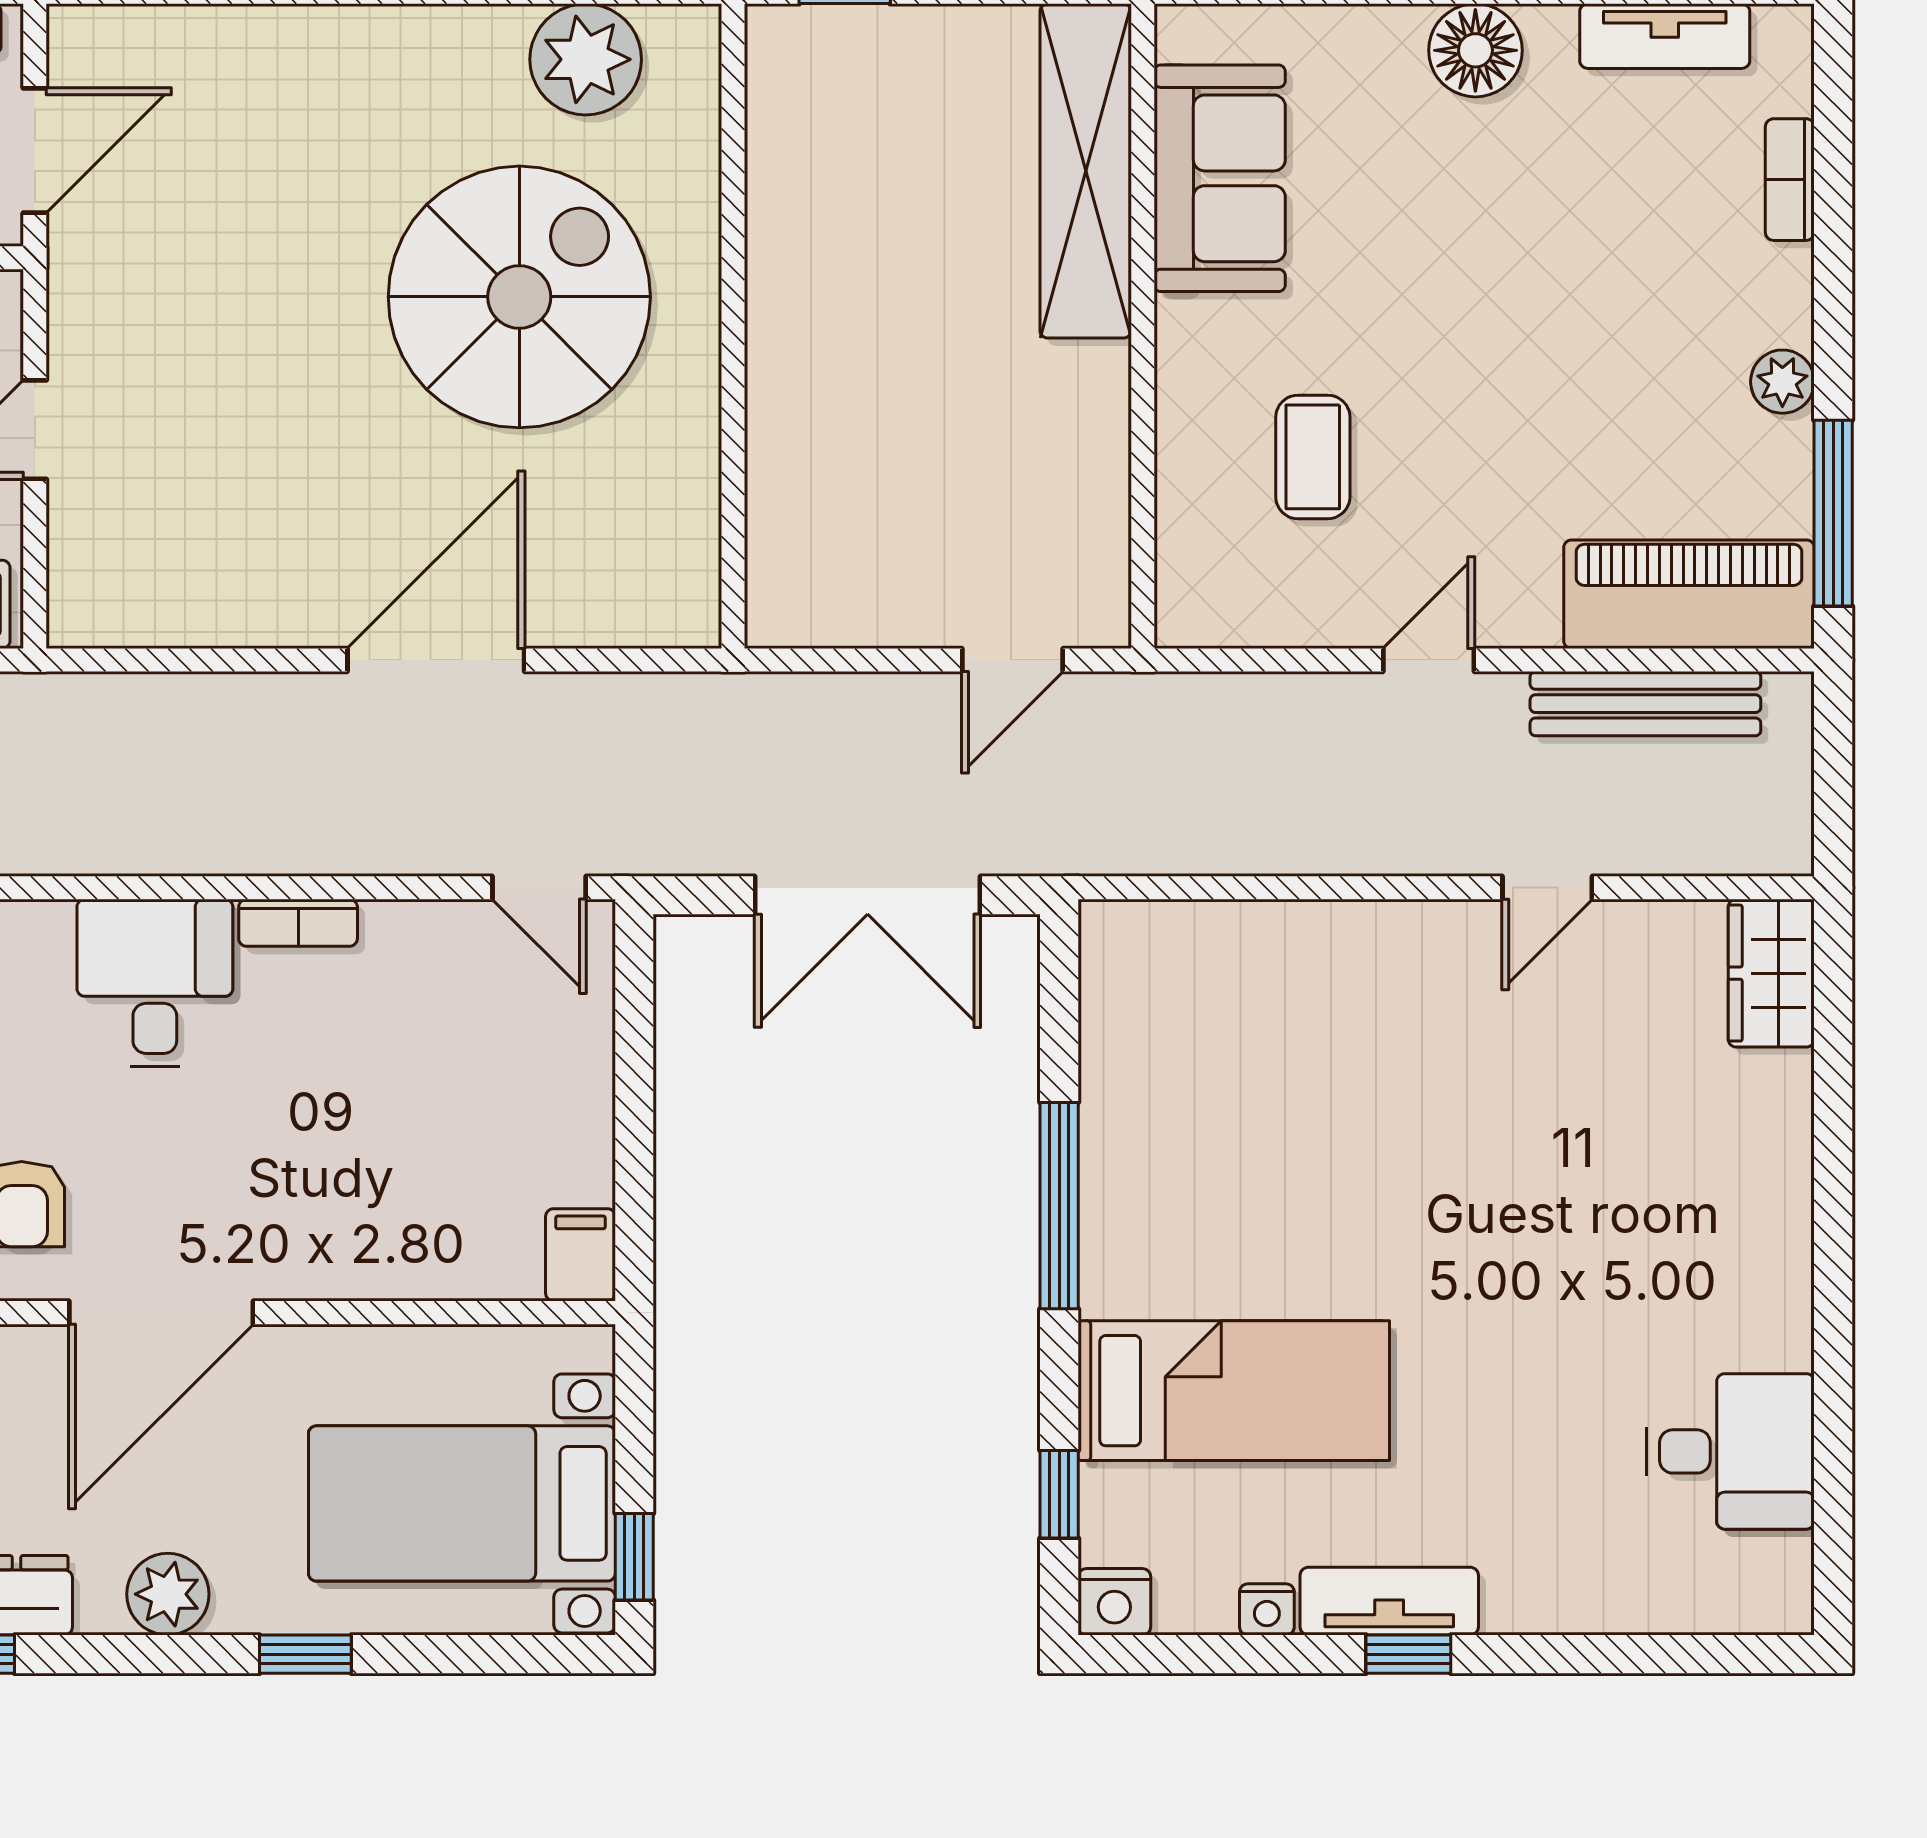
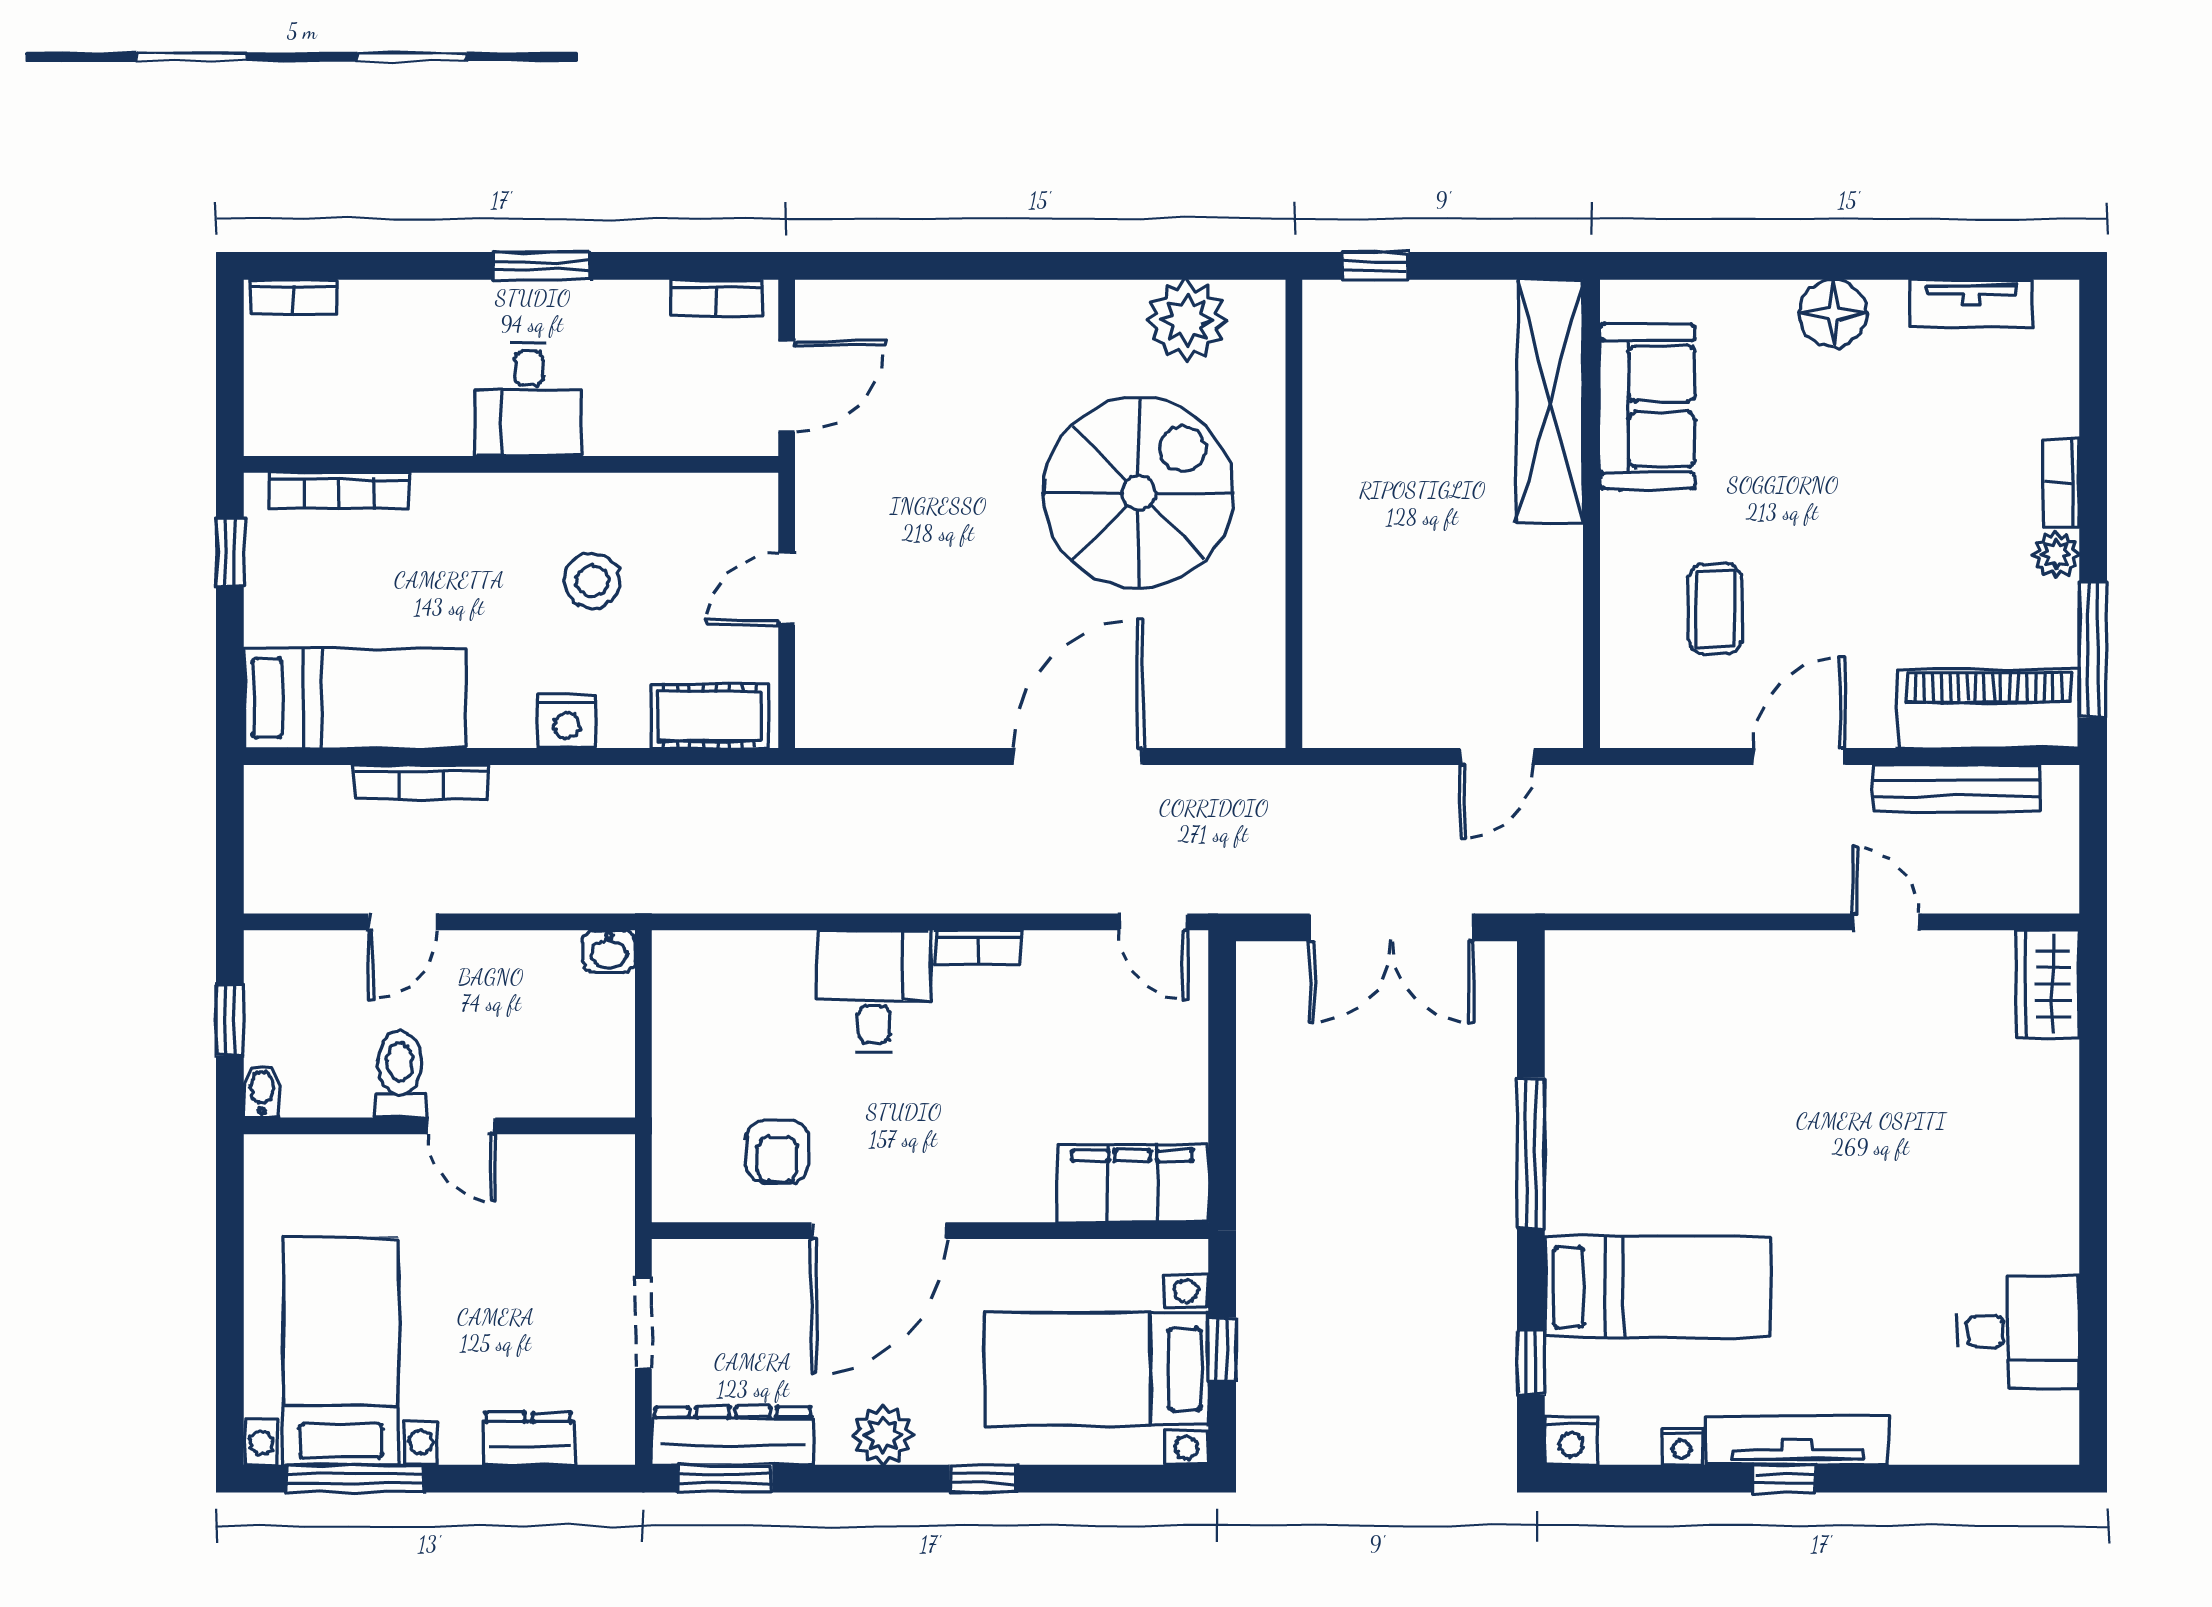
bookcase: (1790, 180) -> (2062, 482), moved
door: (1429, 660) -> (1799, 756), width x1.38
door: (1547, 888) -> (1885, 922), swing flipped
filing cabinet: (580, 1255) -> (1133, 1183), width x3.00, depth x1.17
window: (634, 1557) -> (1222, 1349), moved
tv unit: (1389, 1601) -> (1797, 1440), width x1.41

